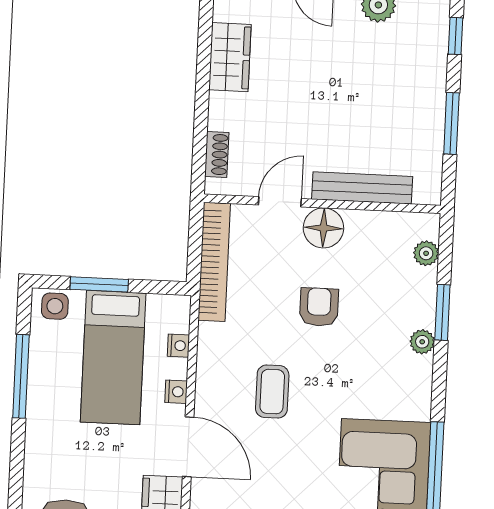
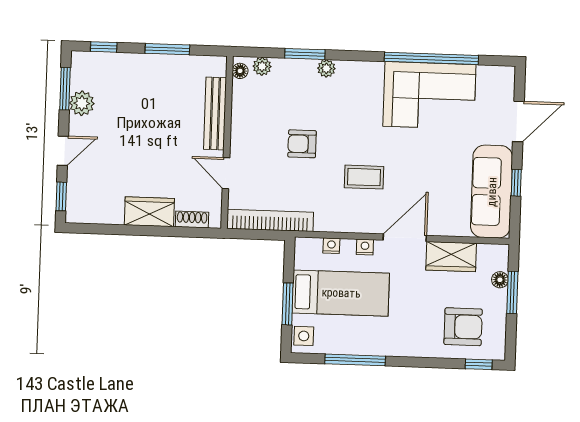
wardrobe: (230, 57) -> (149, 212), moved
floor lamp: (323, 228) -> (240, 71), moved, width x0.53, depth x0.53

